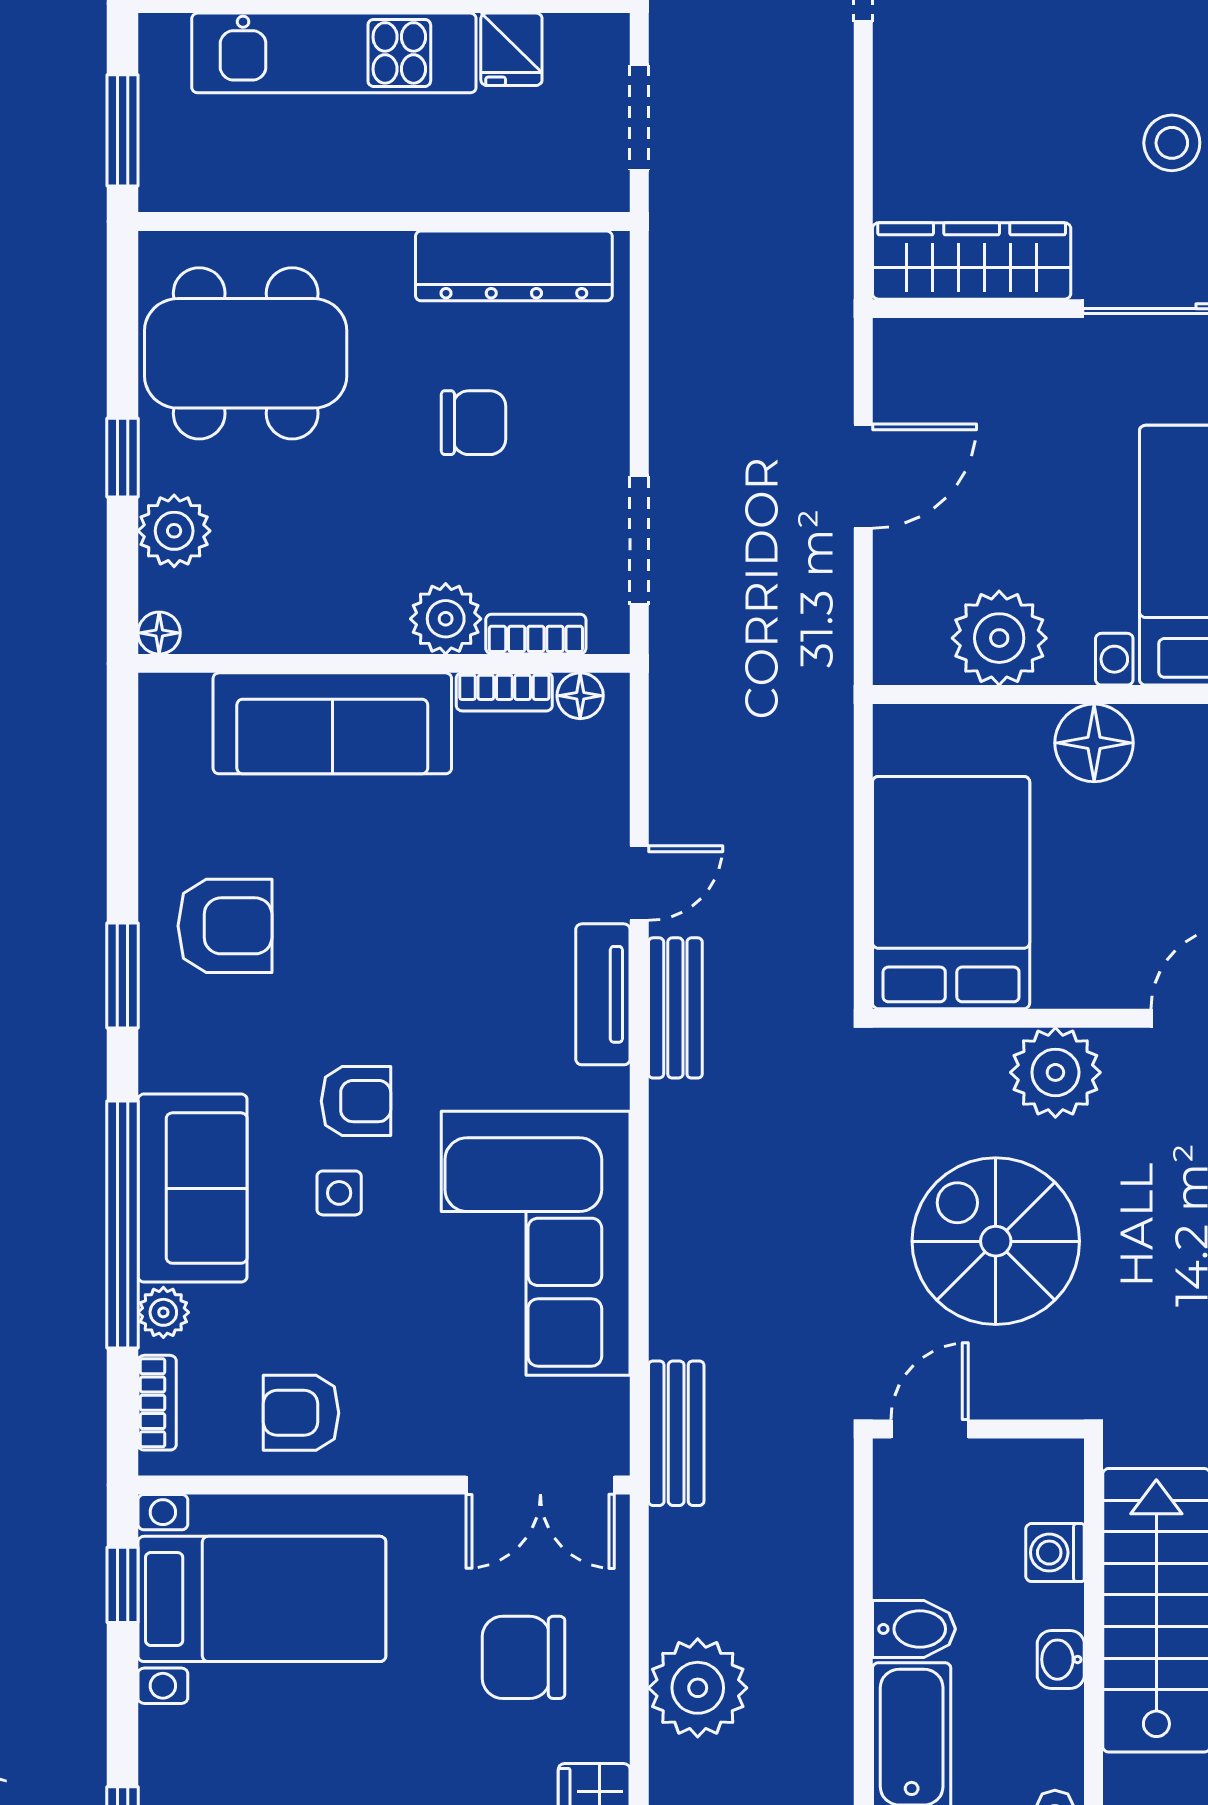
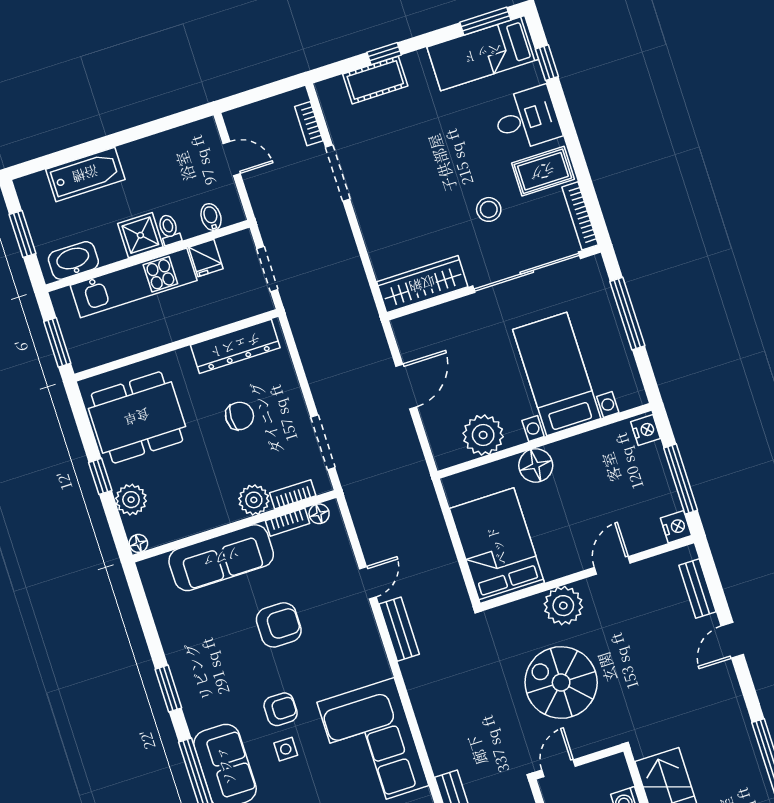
armchair: (225, 926) -> (279, 625), moved
tv unit: (603, 994) -> (368, 633), removed

